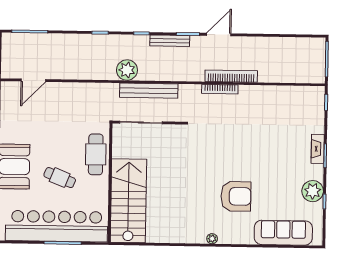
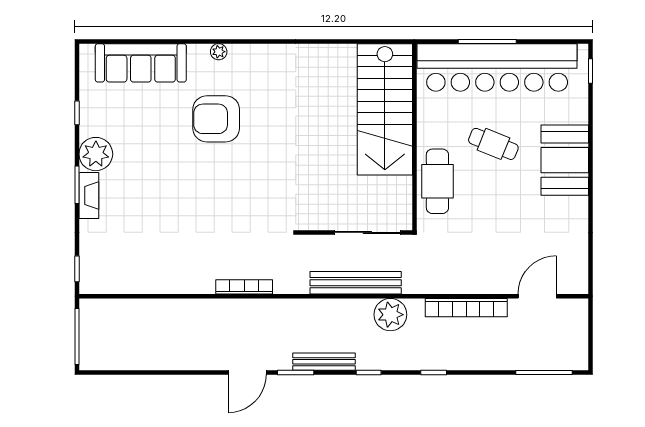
bookcase: (231, 76) -> (466, 308), moved
plant: (313, 191) -> (96, 154), moved
plant: (212, 239) -> (219, 52), moved

